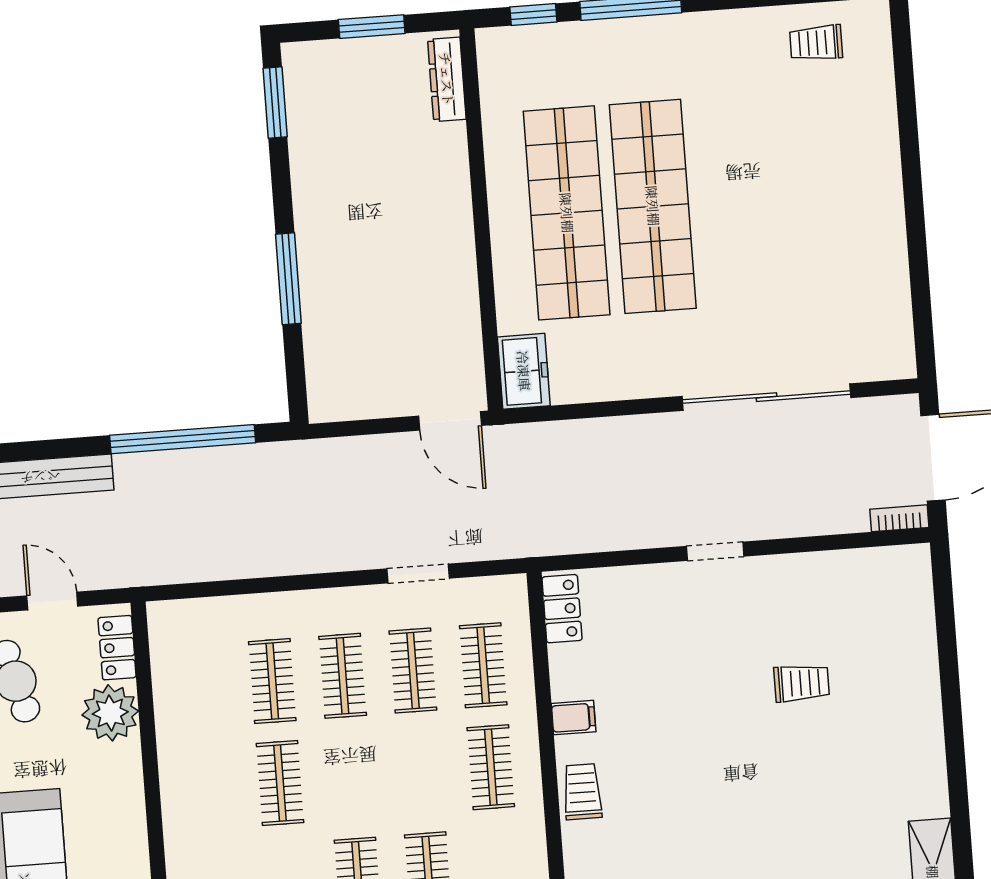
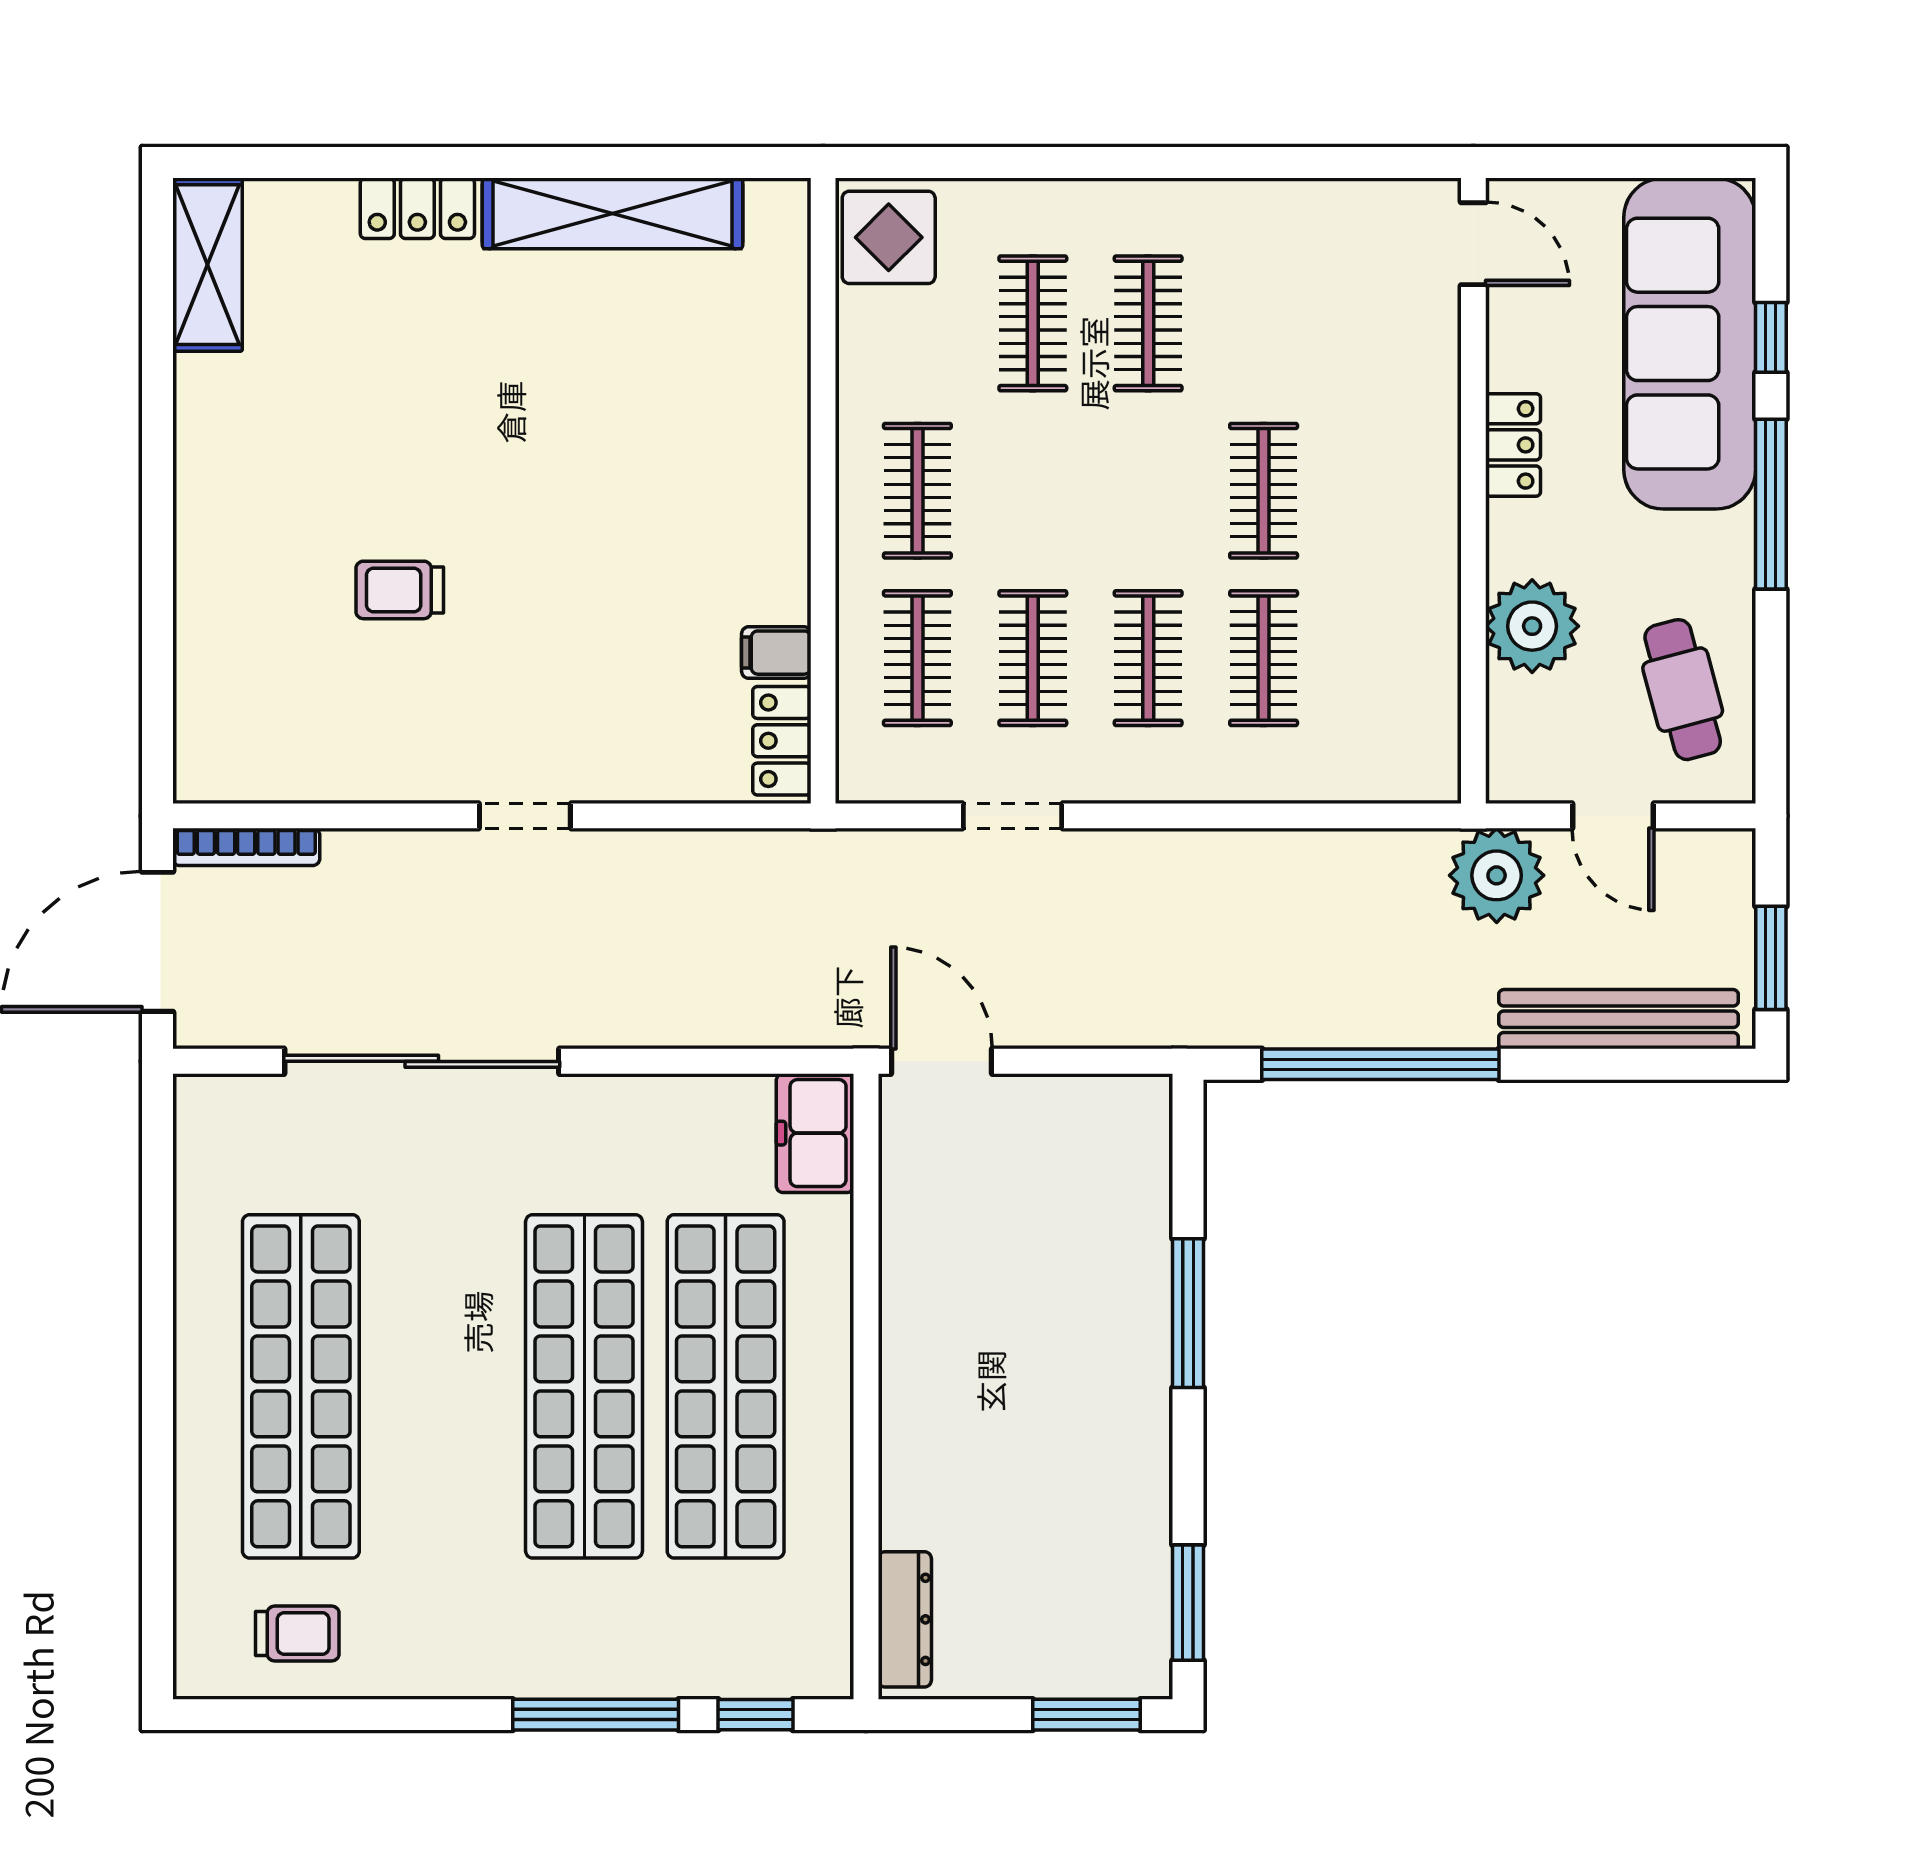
window: (372, 27) -> (1086, 1715), moved
shop shelf: (825, 194) -> (301, 1386), added
bookcase: (899, 518) -> (246, 847), width x1.56
plant: (121, 559) -> (1497, 875), added
locker: (117, 648) -> (1513, 445), moved
filing cabinet: (574, 718) -> (776, 653), moved
trolley: (582, 792) -> (771, 440), removed

